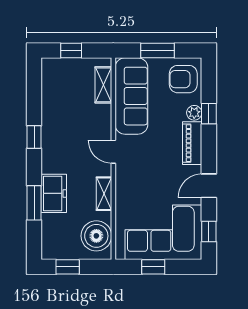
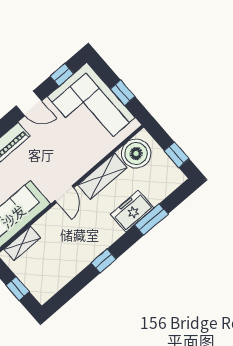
shelving: (104, 194) -> (102, 176), width x1.50, depth x1.33

